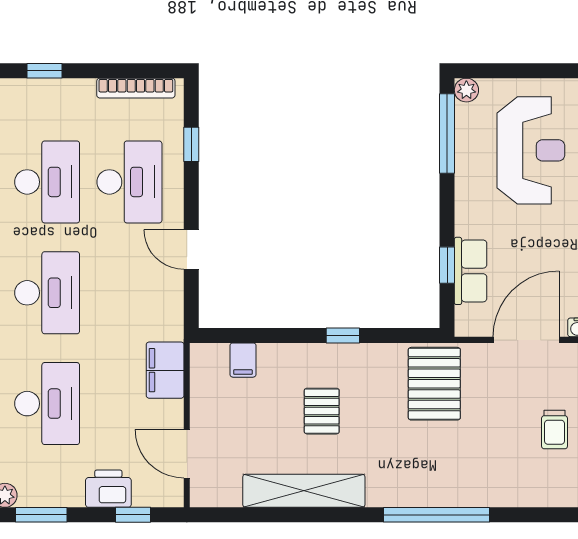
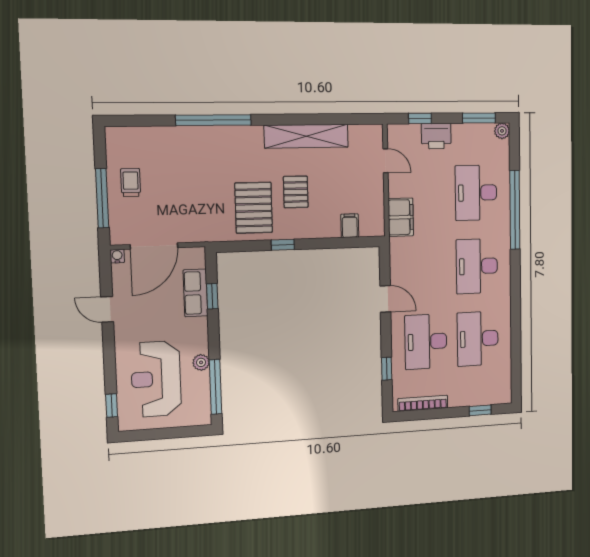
plant: (466, 90) -> (201, 362), moved
pallet: (434, 384) -> (254, 208), moved
door: (187, 454) -> (385, 161), width x0.73

